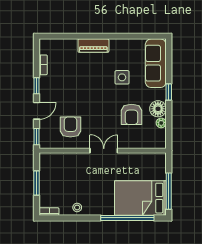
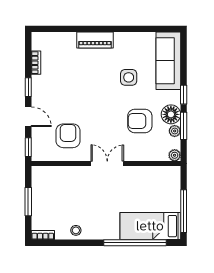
door: (37, 111) -> (28, 117), hinge flipped
armchair: (132, 114) -> (140, 121), turned 90
window: (169, 119) -> (184, 126), added
plant: (161, 144) -> (175, 155), added
bed: (140, 198) -> (150, 226), width x0.67

